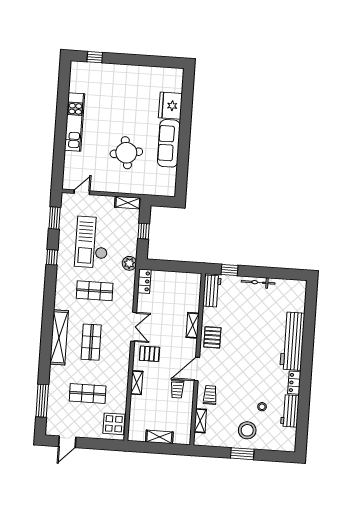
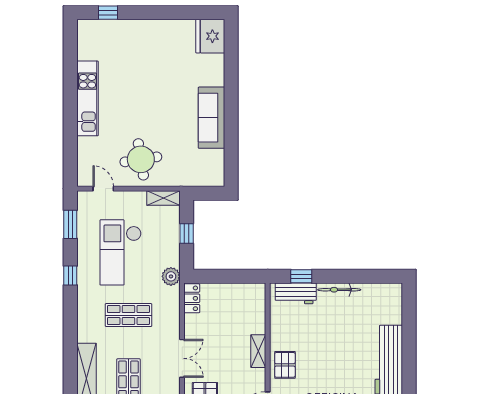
fridge: (170, 106) -> (210, 36), moved
round table: (126, 153) -> (141, 159), moved
door: (82, 192) -> (103, 189), hinge flipped
workbench: (212, 291) -> (296, 293), moved, turned 90

